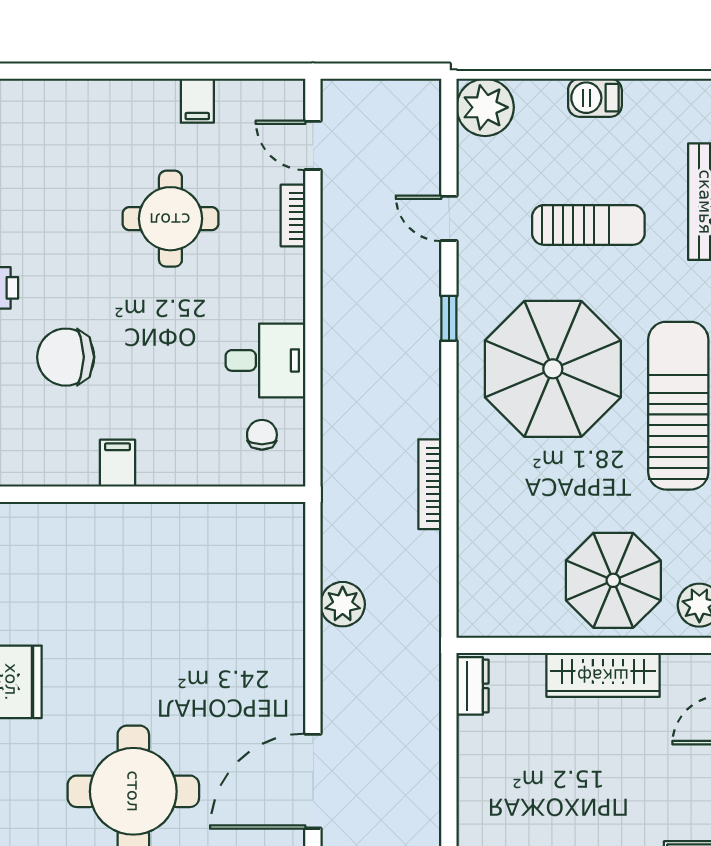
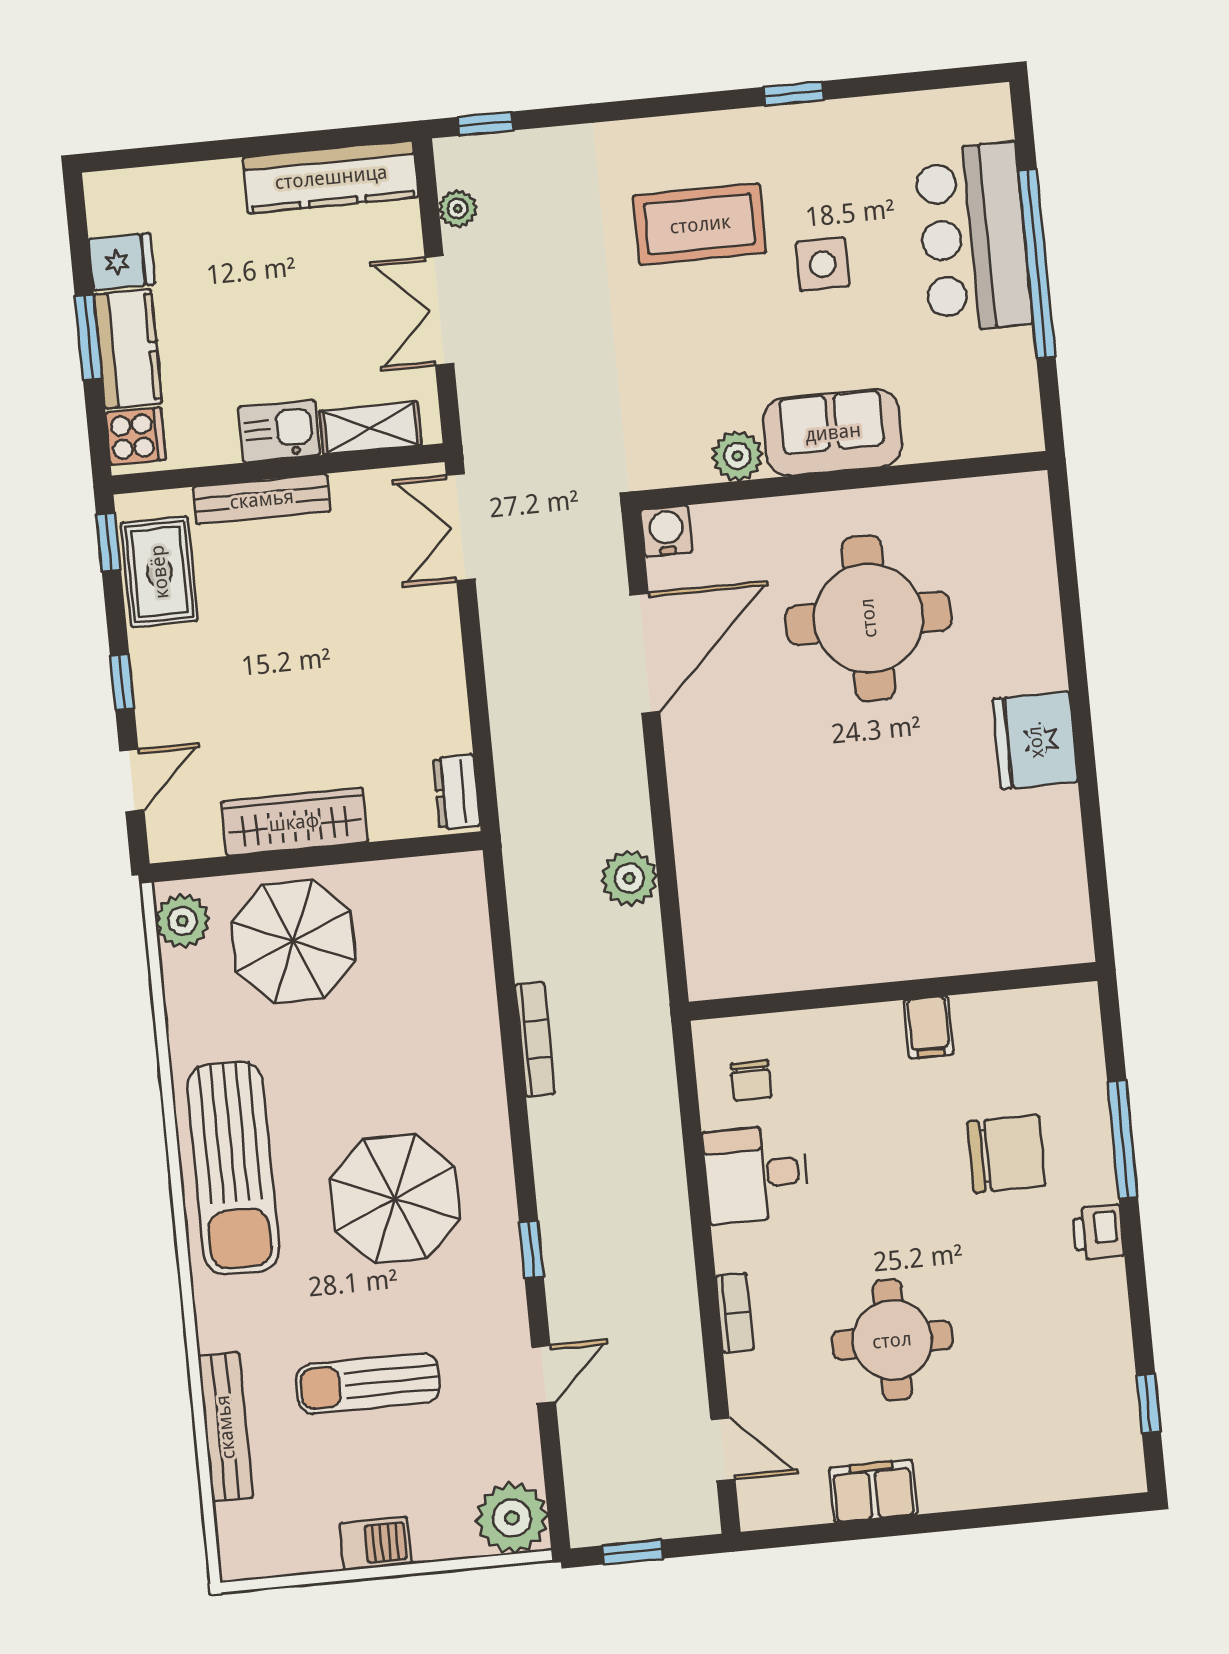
window: (392, 71) -> (632, 1552), added
filing cabinet: (197, 101) -> (873, 1491), width x2.00
bookcase: (293, 216) -> (735, 1313), moved
door: (449, 218) -> (544, 1375), hinge flipped
parasol: (553, 369) -> (395, 1199), width x0.73, depth x0.73

